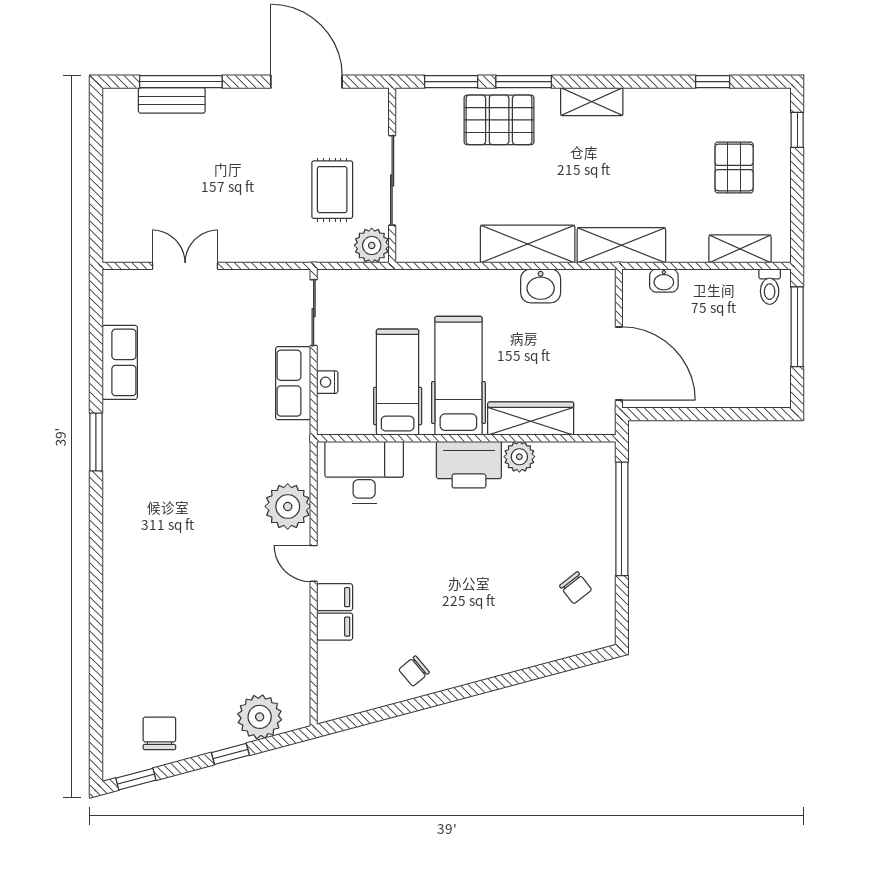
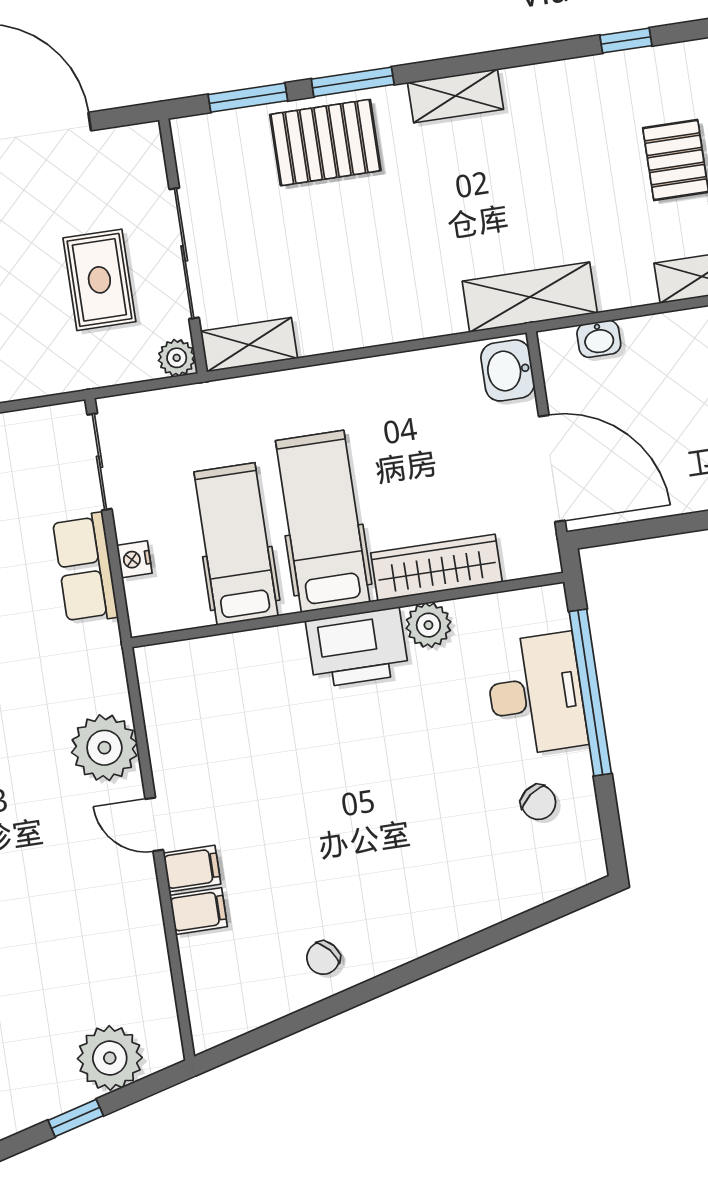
shelving: (528, 244) -> (249, 345), moved, width x0.67, depth x0.75
plant: (372, 245) -> (177, 358), width x0.73, depth x0.73
washbasin: (541, 286) -> (508, 370), moved, turned 90
desk: (364, 472) -> (536, 694), moved, turned 90

